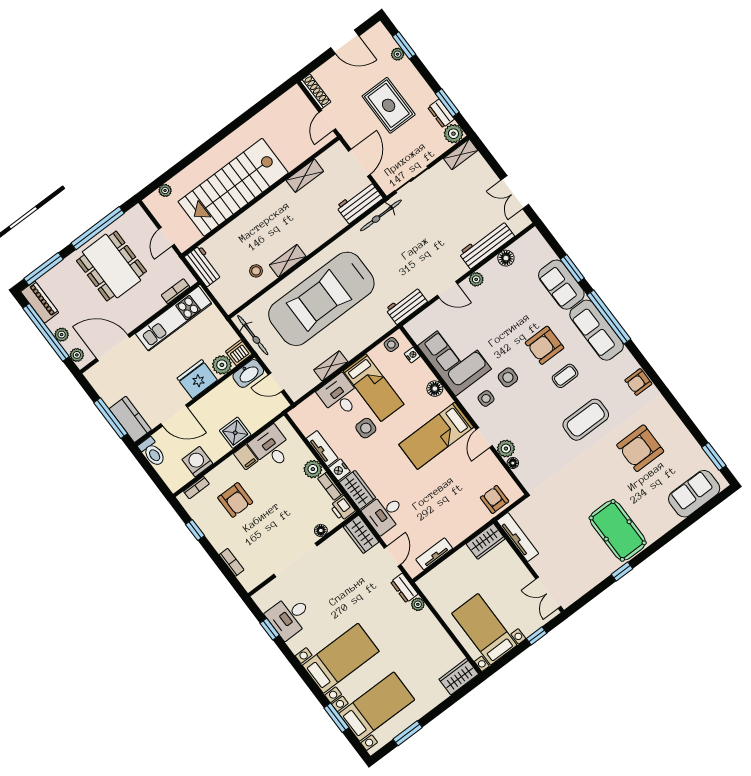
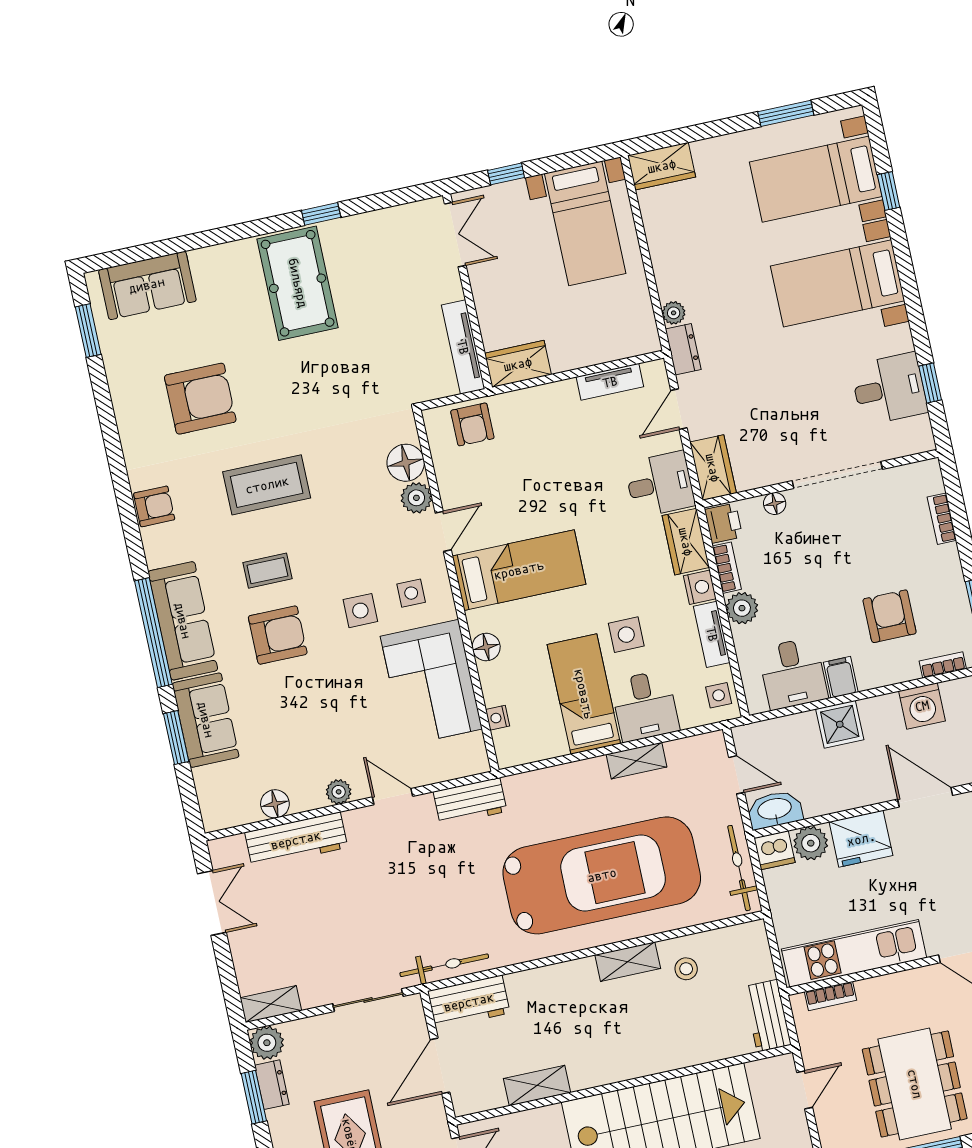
side table: (391, 344) -> (719, 695), moved
floor lamp: (513, 463) -> (406, 463), width x1.89, depth x1.89
window: (336, 718) -> (889, 191), width x0.67

